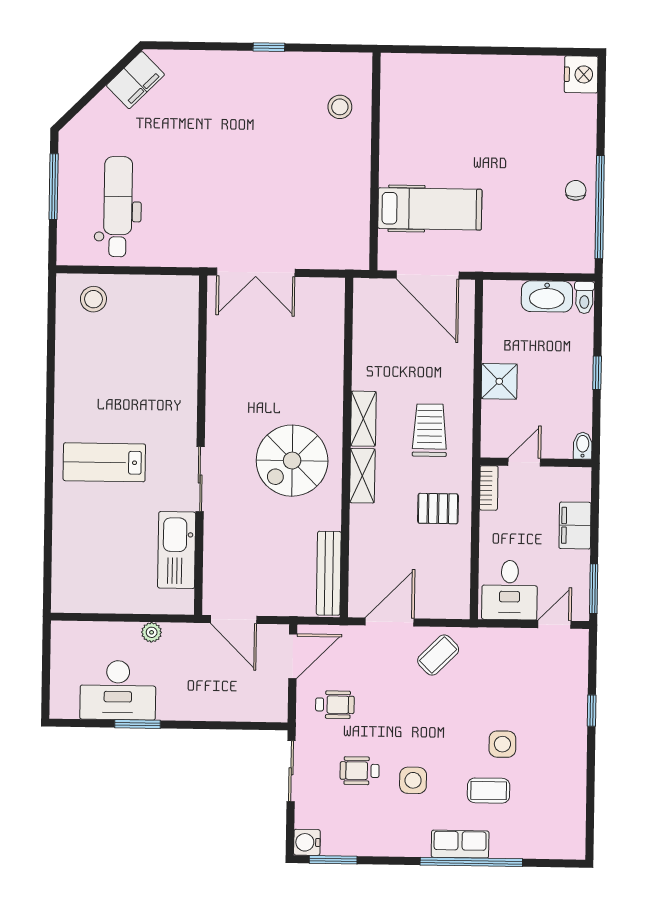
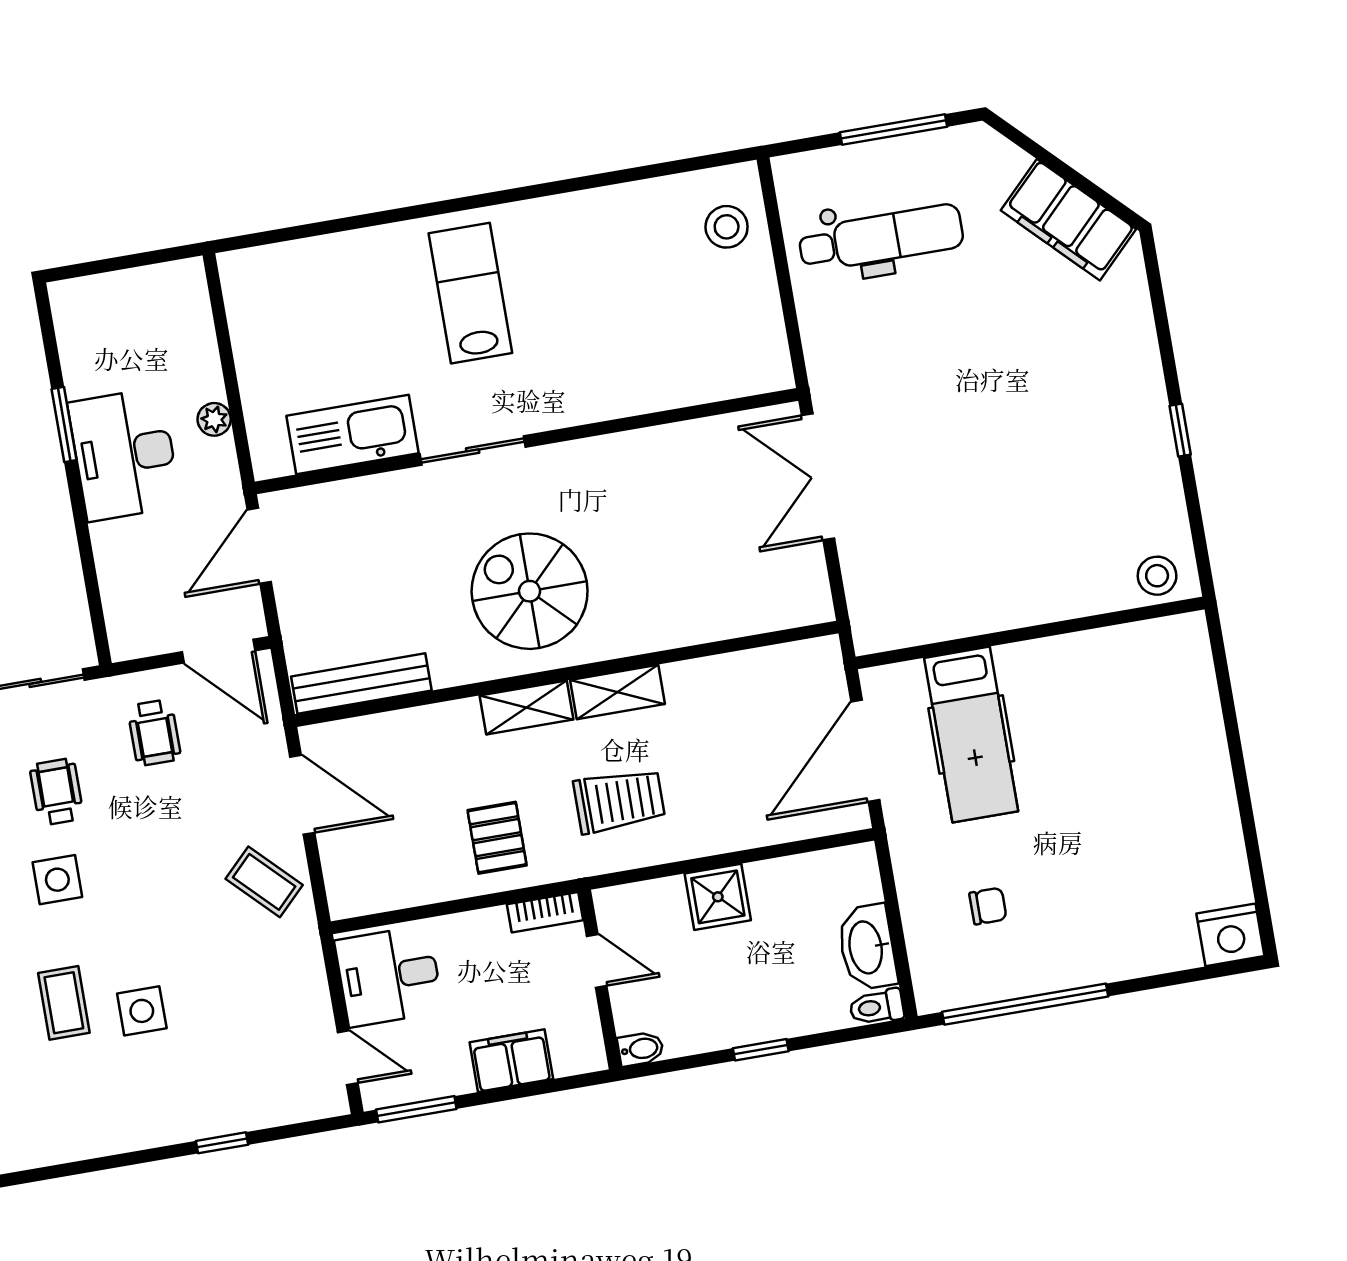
filing cabinet: (135, 80) -> (1068, 220), width x1.50, depth x1.17
stool: (340, 107) -> (1157, 576), moved
chair: (576, 190) -> (988, 906), moved
desk: (118, 690) -> (124, 454), moved

